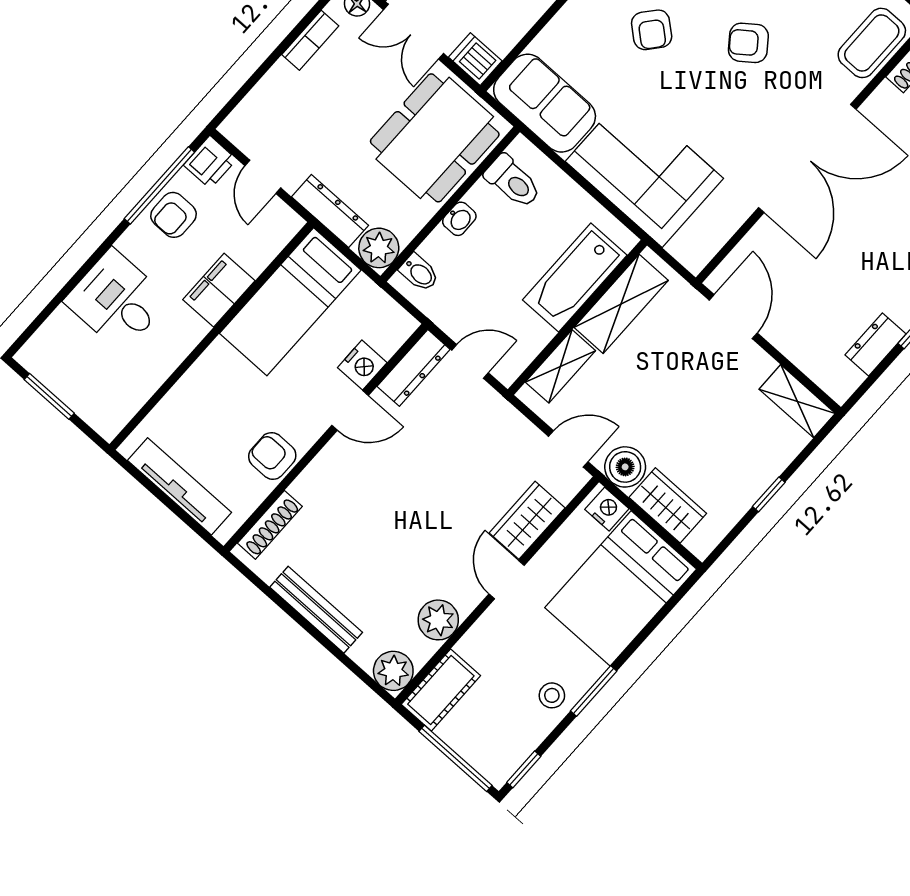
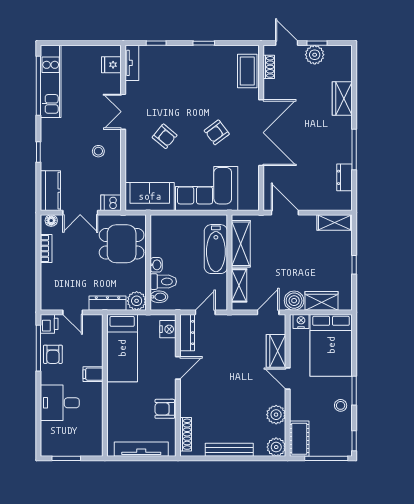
armchair: (748, 43) -> (217, 132), moved
dining table: (435, 138) -> (122, 244), width x0.73
toilet: (513, 181) -> (163, 282), moved
filing cabinet: (219, 290) -> (93, 374), width x0.50
nightstand: (362, 365) -> (168, 329), moved

